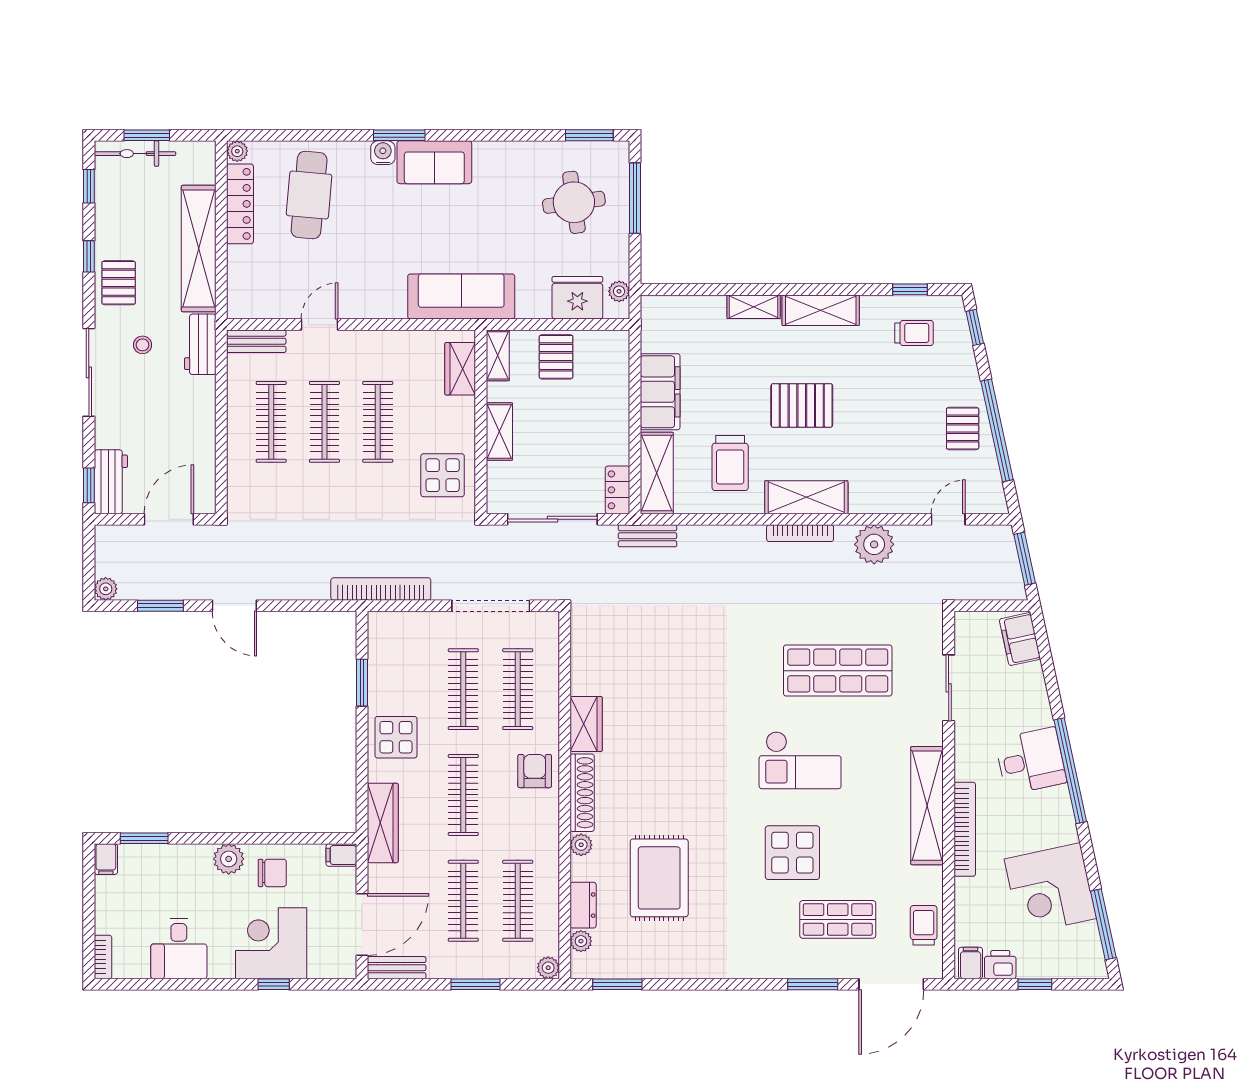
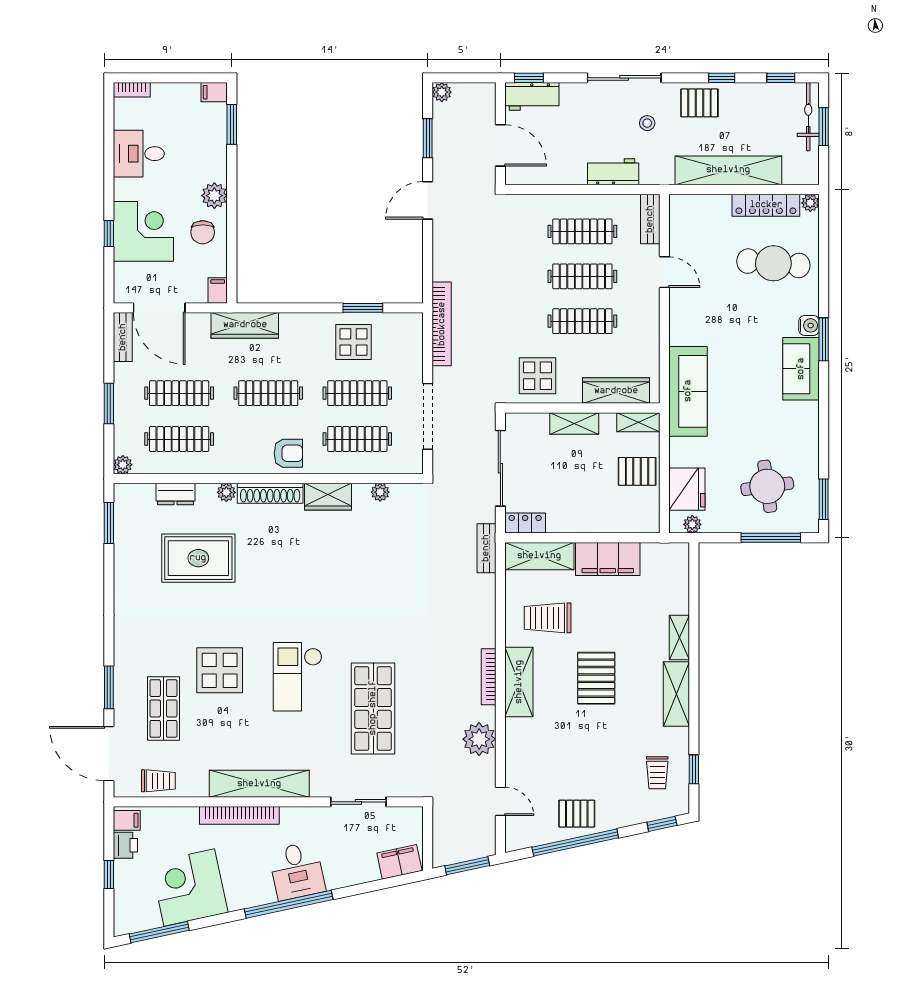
workbench: (200, 344) -> (613, 172), moved
wardrobe: (460, 369) -> (616, 391), width x1.50
display table: (396, 737) -> (353, 342), moved
plant: (581, 941) -> (380, 492), moved

